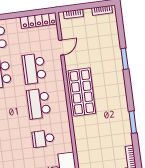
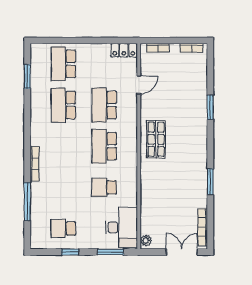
locker: (39, 21) -> (124, 50), width x0.66
shop shelf: (82, 92) -> (156, 139), width x0.70, depth x0.74

